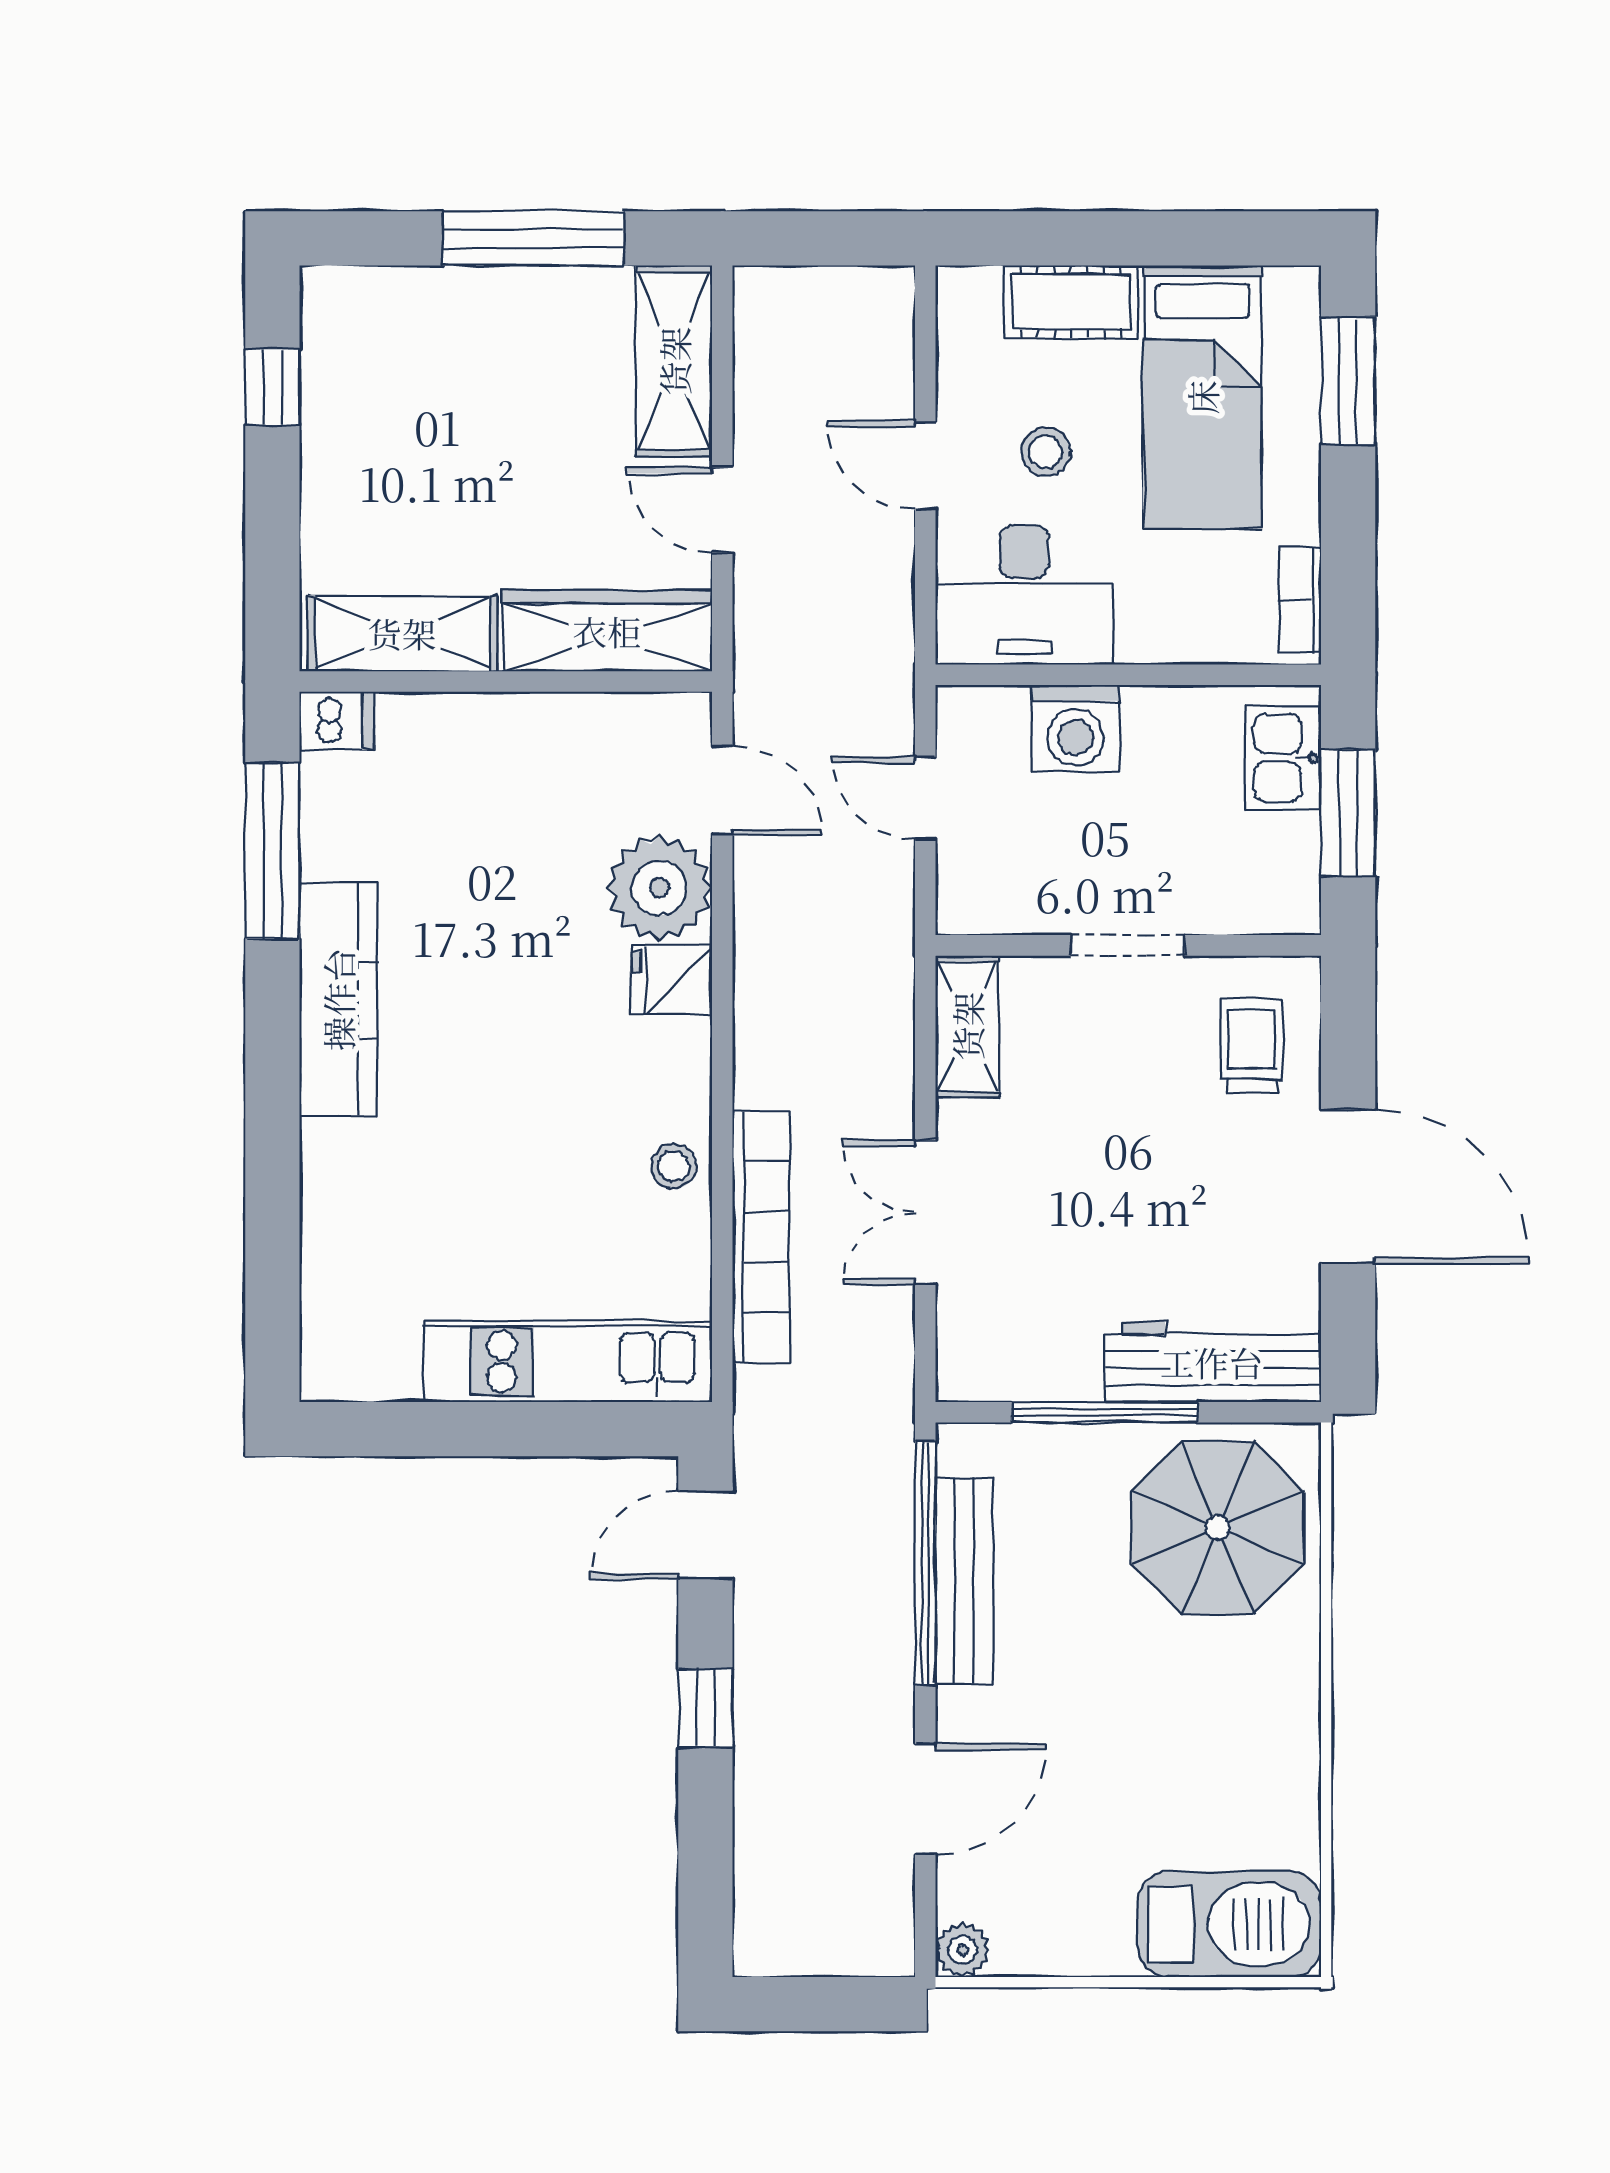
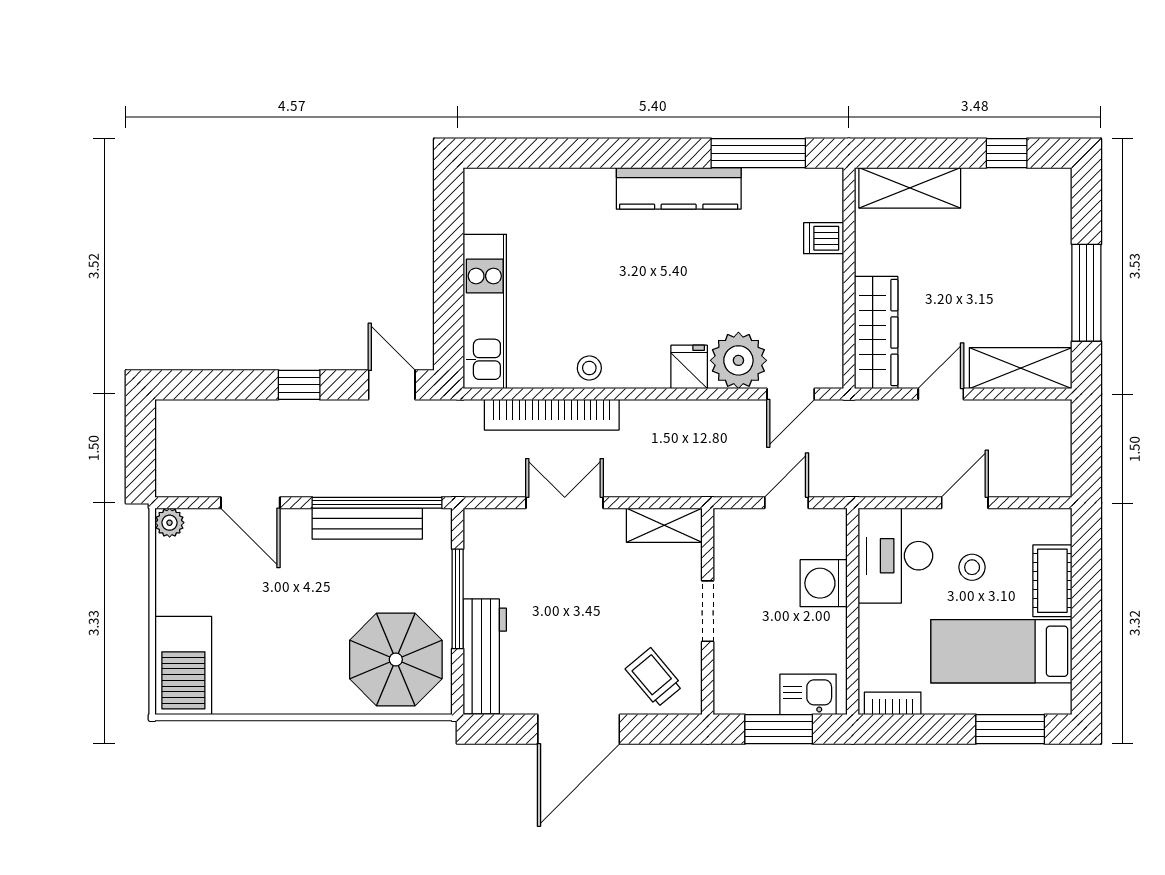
shelving: (402, 633) -> (910, 188), moved, turned 90
dishwasher: (337, 721) -> (824, 238), moved, turned 90
trolley: (1252, 1046) -> (654, 678), turned -130

